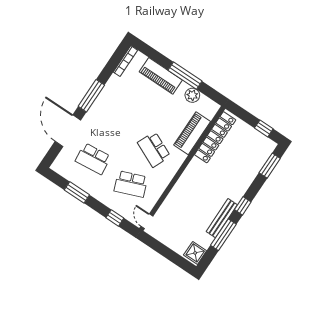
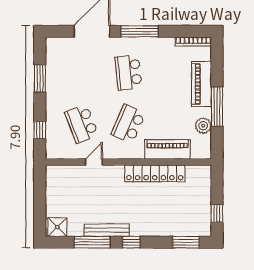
locker: (215, 137) -> (155, 173), moved
school desk: (93, 159) -> (128, 72), moved
door: (147, 221) -> (94, 162), moved

